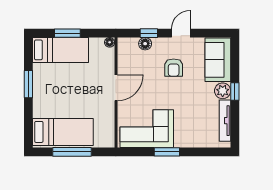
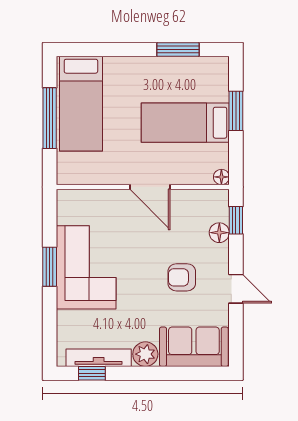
window: (149, 33) -> (236, 220), moved
bed: (60, 50) -> (185, 123), moved, turned 90
window: (28, 84) -> (178, 50), moved
window: (235, 92) -> (92, 373), moved
corner sofa: (147, 129) -> (86, 267), moved

